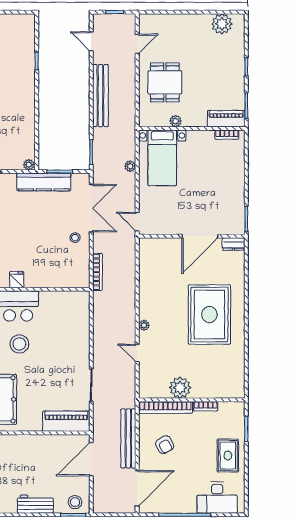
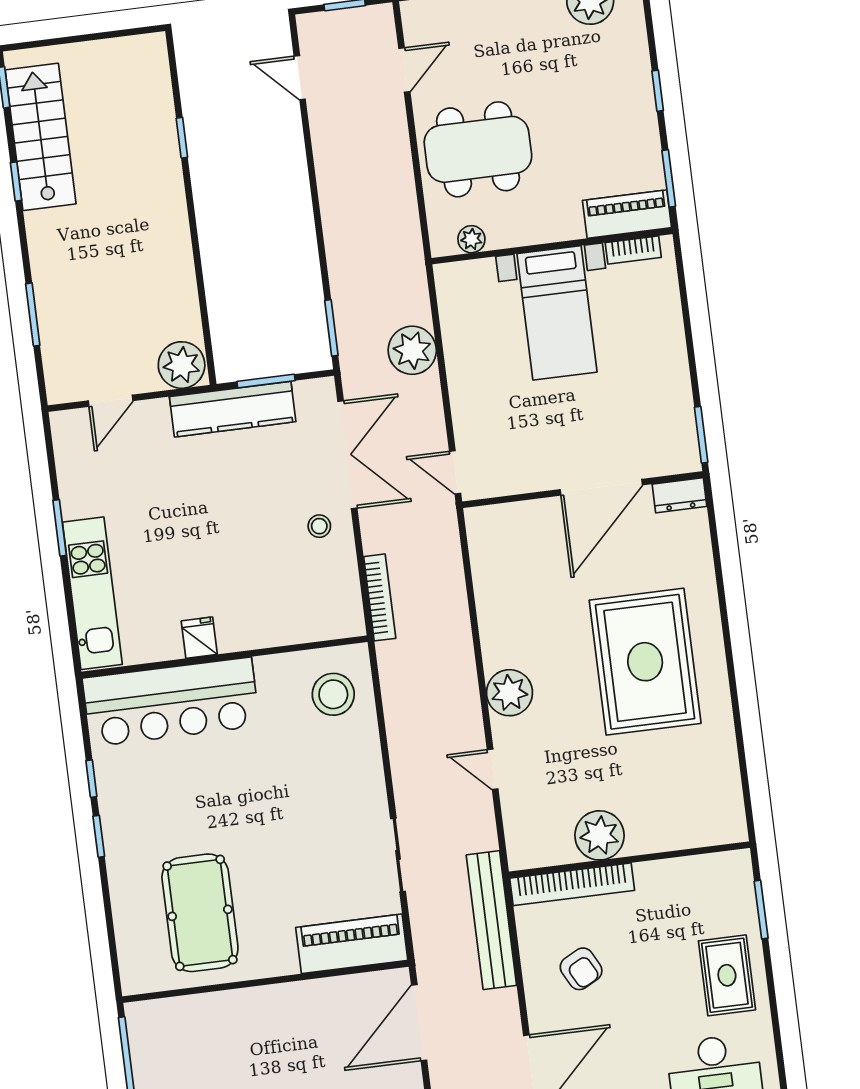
dining table: (165, 82) -> (478, 149), width x1.37
bench: (100, 96) -> (336, 198), removed
plant: (176, 121) -> (471, 239), moved
bed with nightstands: (162, 158) -> (557, 313), moved
plant: (29, 165) -> (182, 365), width x1.88, depth x1.88
plant: (130, 166) -> (412, 350), width x1.88, depth x1.88
plant: (144, 325) -> (510, 693), width x1.88, depth x1.88
stool: (19, 344) -> (333, 694), moved
bookcase: (206, 406) -> (663, 870), removed
bench: (128, 438) -> (491, 920), moved

